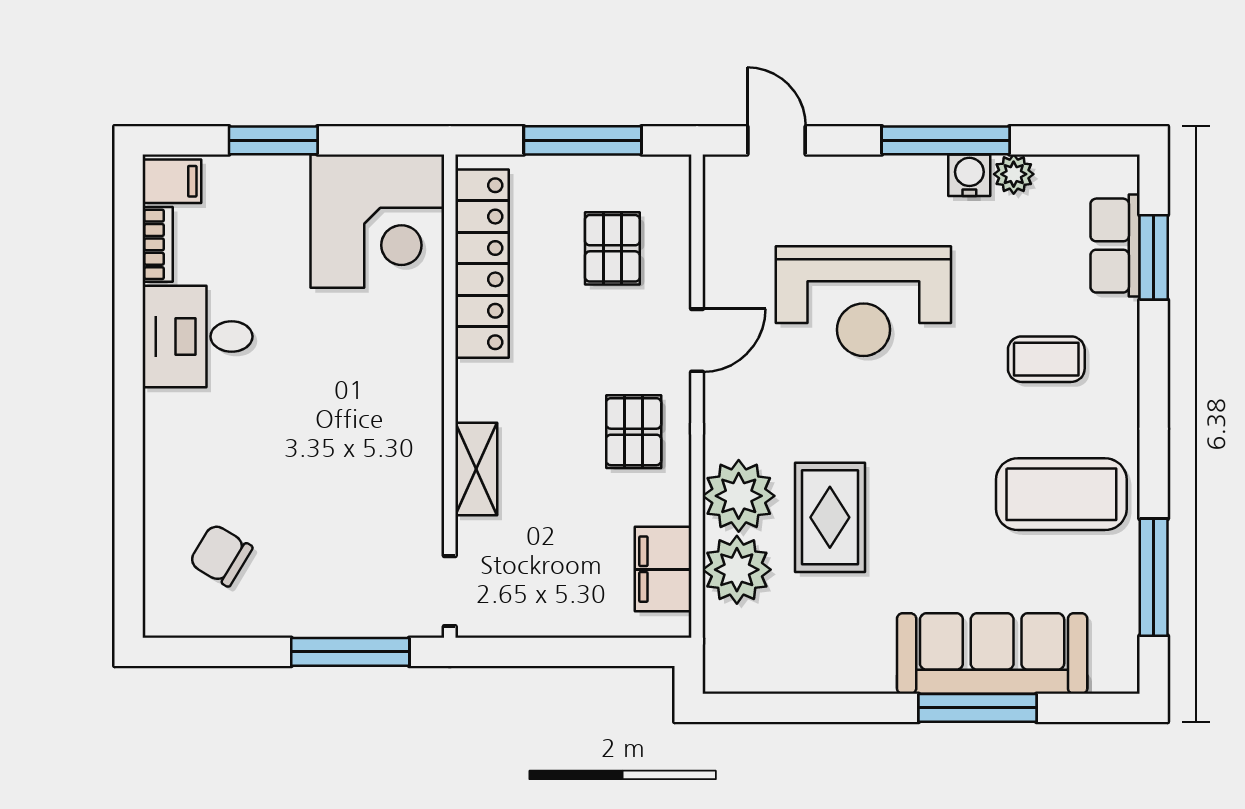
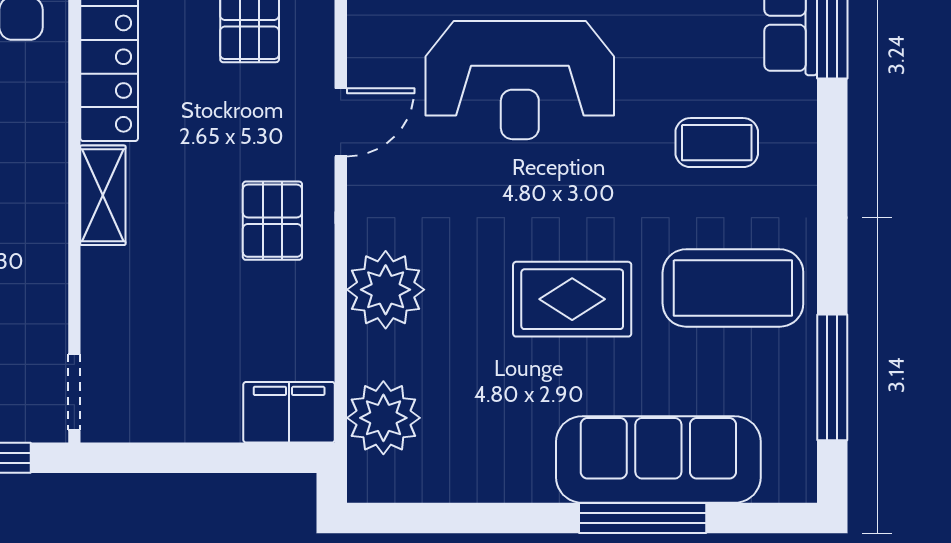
shelving: (476, 469) -> (103, 195), moved
rug: (830, 517) -> (572, 299), moved, turned 90
filing cabinet: (663, 569) -> (289, 412), moved, turned 90
plant: (737, 570) -> (383, 418), moved

